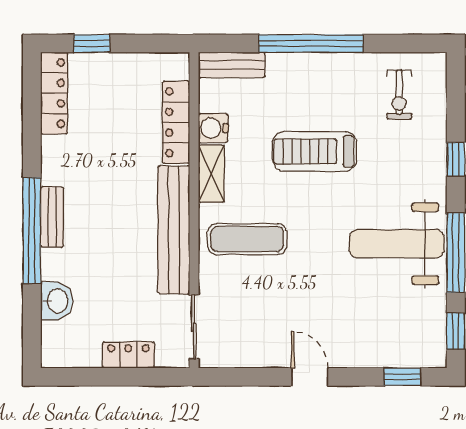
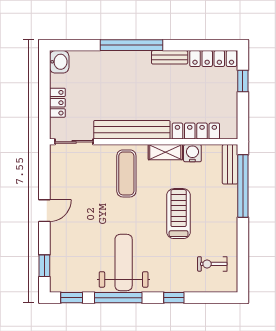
window: (311, 43) -> (243, 186), moved
bench: (52, 217) -> (170, 57), moved
washbasin: (57, 301) -> (59, 62), moved, turned -90

